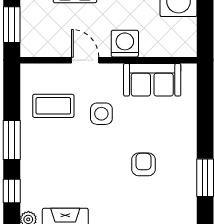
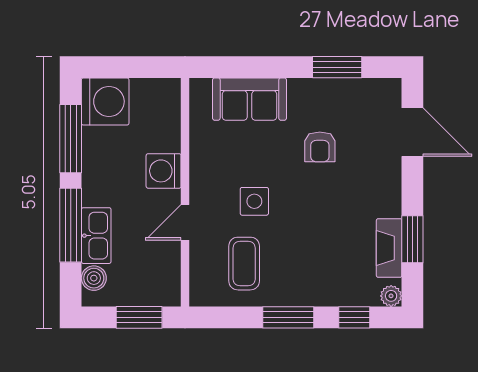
sofa: (152, 80) -> (249, 99), moved, turned 90
armchair: (143, 164) -> (320, 147), turned -90

